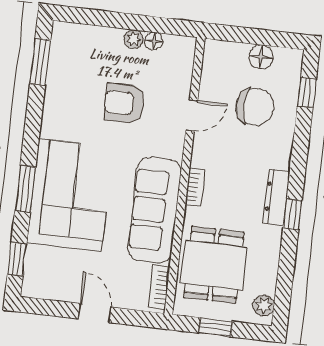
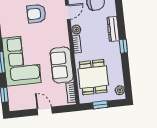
plant: (201, 156) -> (76, 30), added
dresser: (276, 197) -> (113, 29), moved
sofa: (154, 210) -> (62, 65), width x0.73

